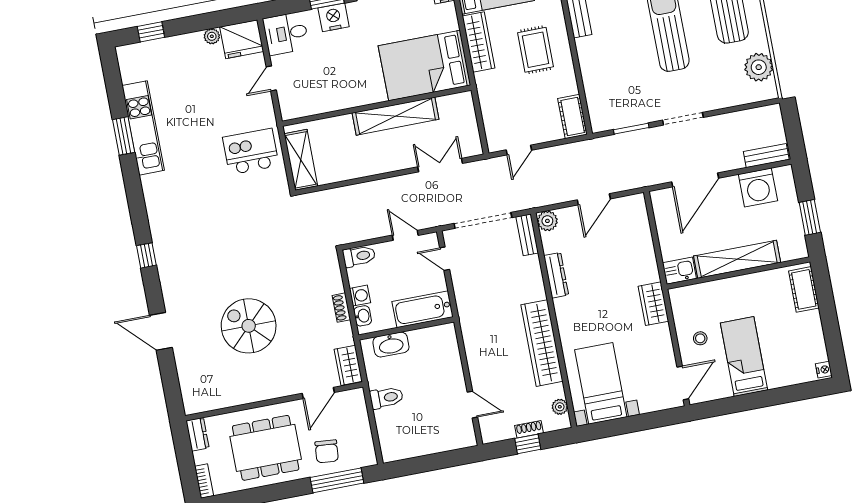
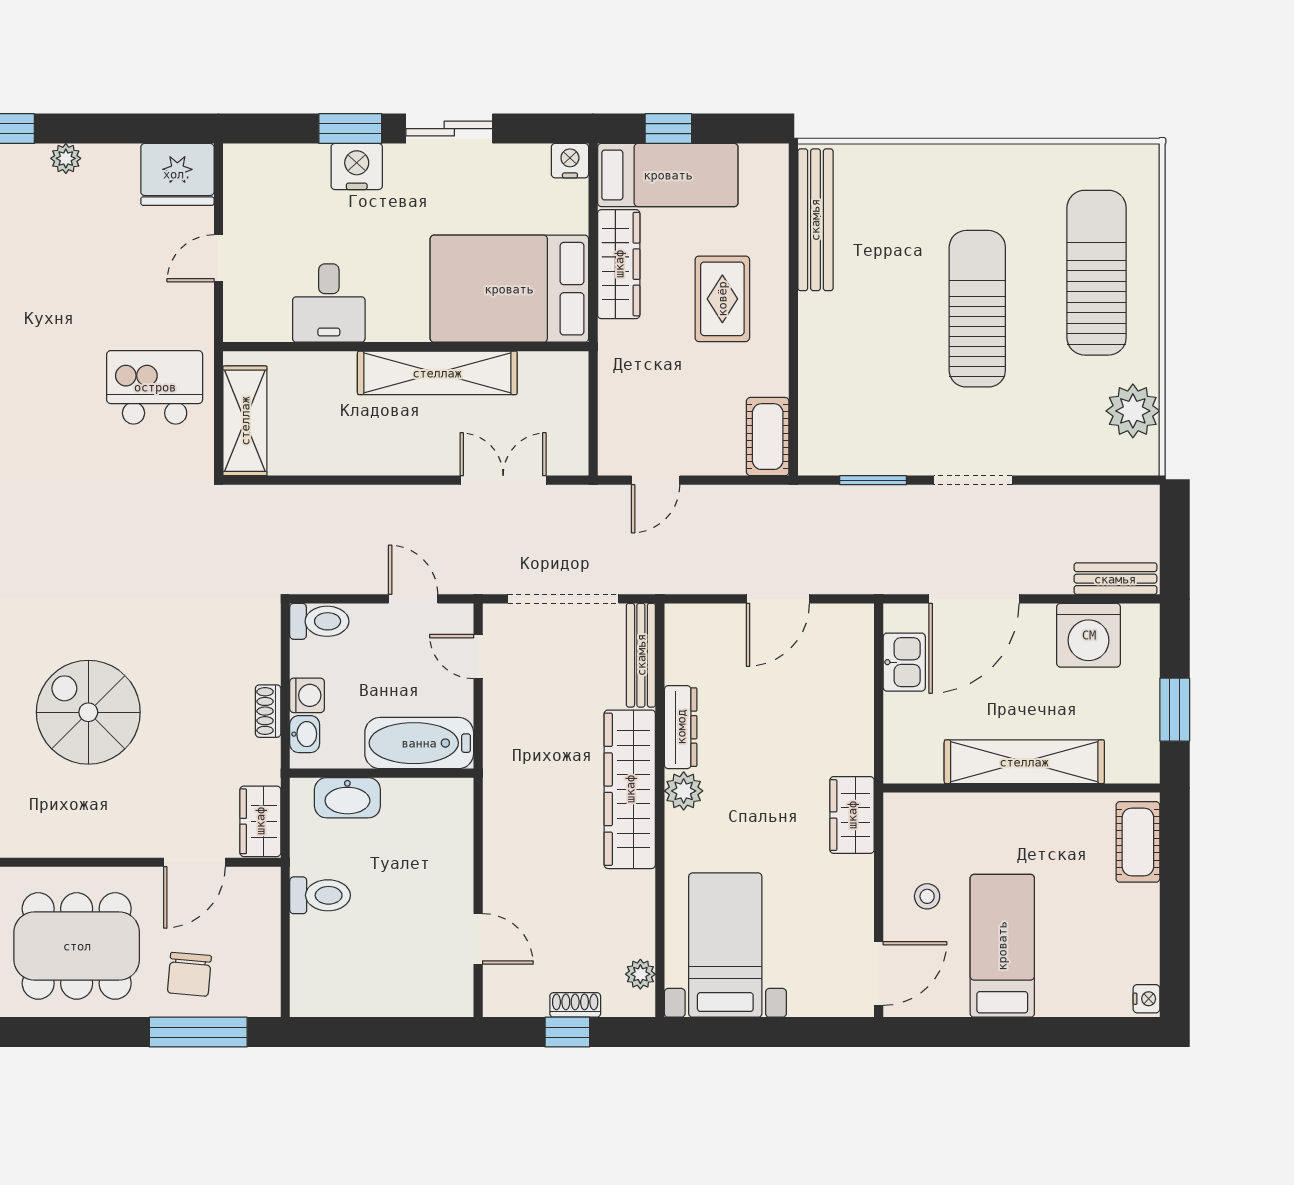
desk: (286, 34) -> (329, 303), moved, turned -90
plant: (212, 36) -> (66, 158), moved
plant: (547, 221) -> (684, 791), moved
bench: (527, 235) -> (641, 655), width x1.36
kitchen sink: (679, 271) -> (904, 662), moved, turned 90
wardrobe: (542, 343) -> (630, 789), moved

